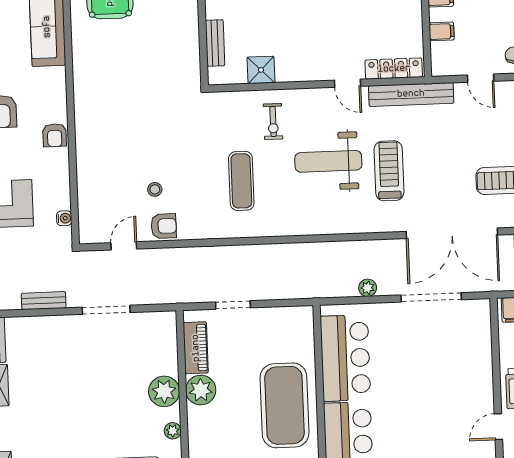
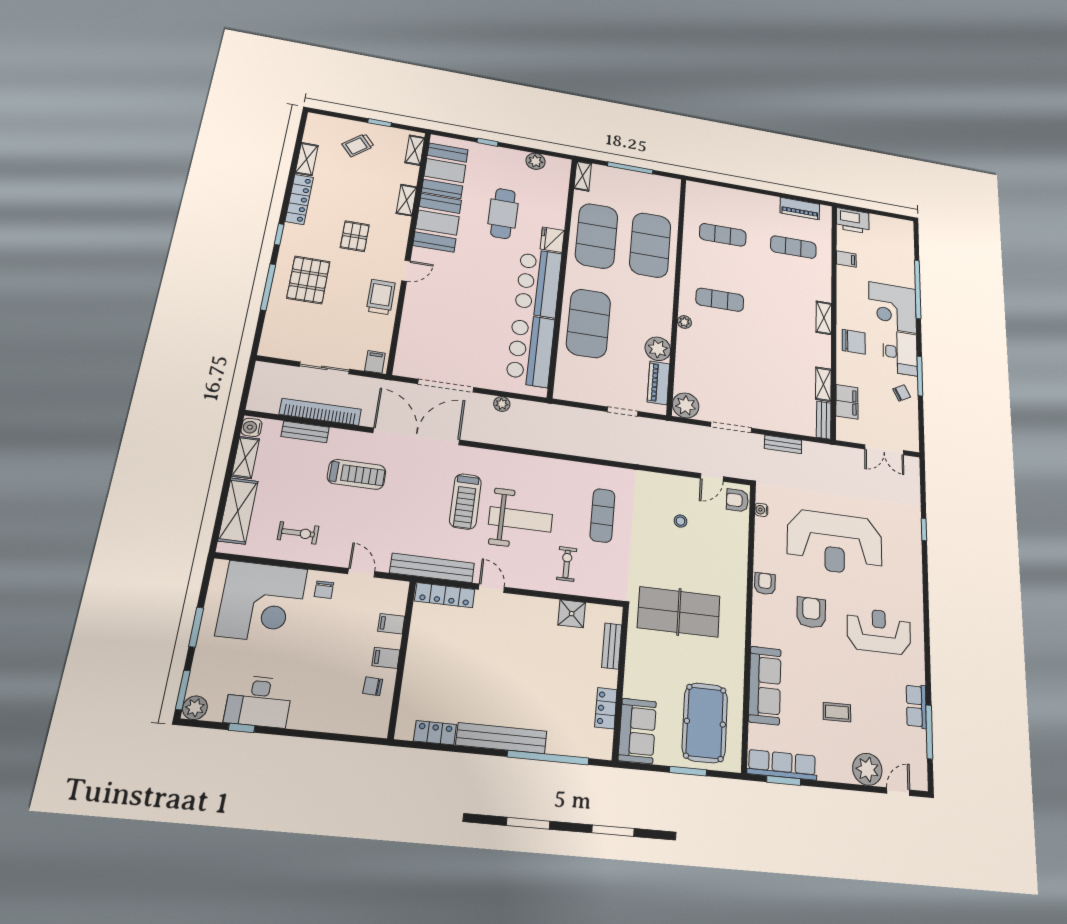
table tennis table: (147, 90) -> (679, 612), added
armchair: (164, 226) -> (737, 500), moved
plant: (164, 391) -> (686, 405), moved

